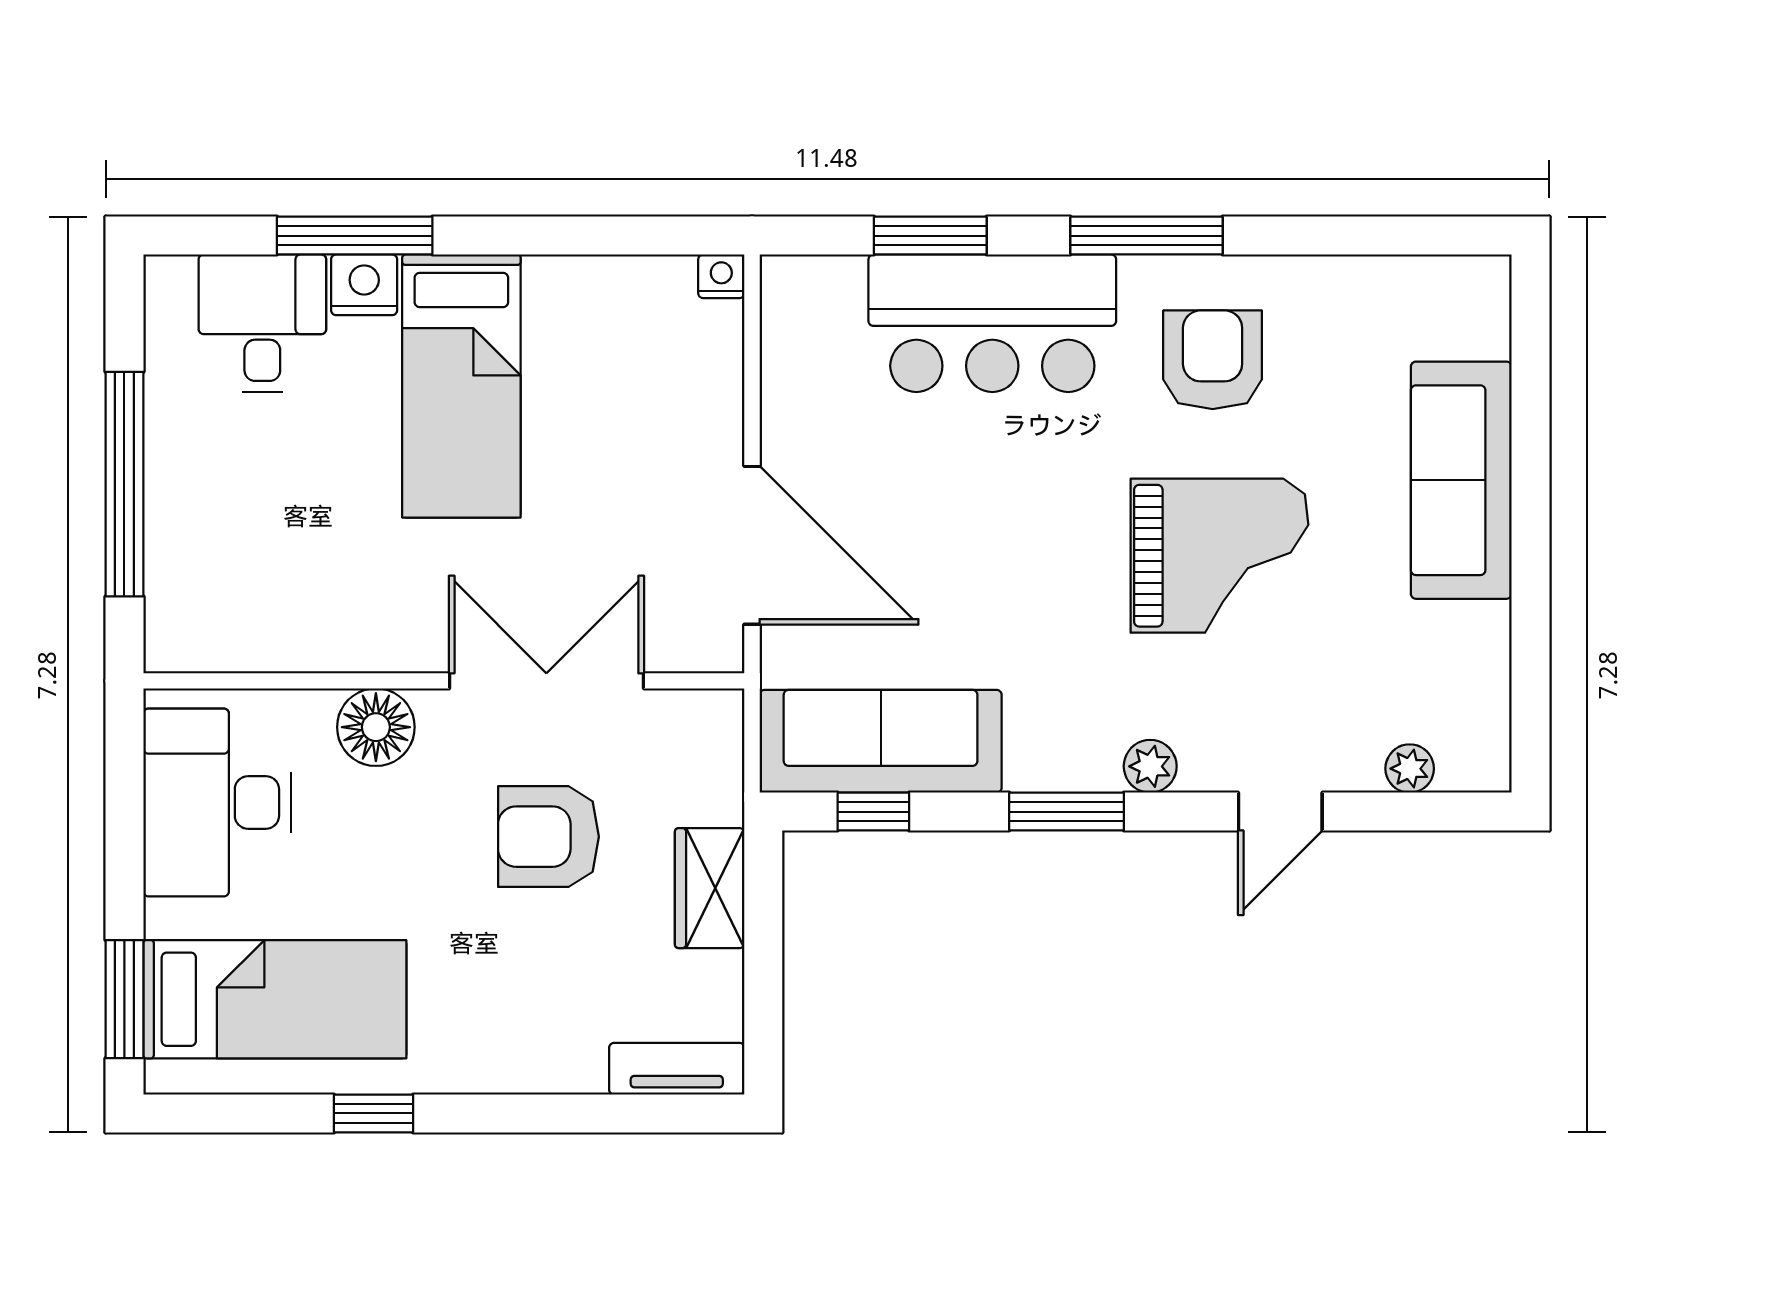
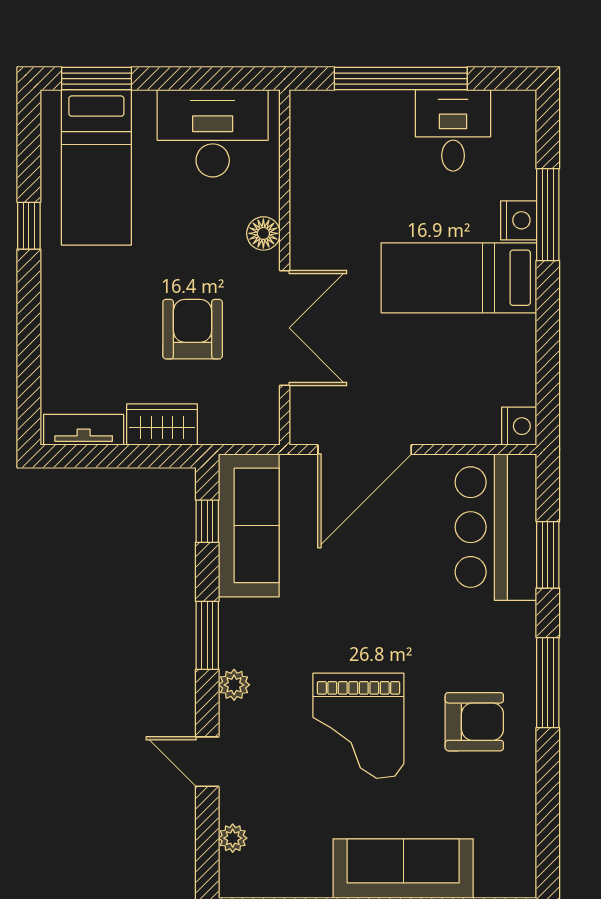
nightstand: (721, 276) -> (519, 426), width x1.39, depth x1.35
desk: (262, 323) -> (453, 130), moved, turned -90
bar counter: (992, 323) -> (496, 527), moved
floor lamp: (376, 727) -> (263, 233), width x0.73, depth x0.73
tv unit: (677, 1069) -> (84, 430), moved, turned -90

